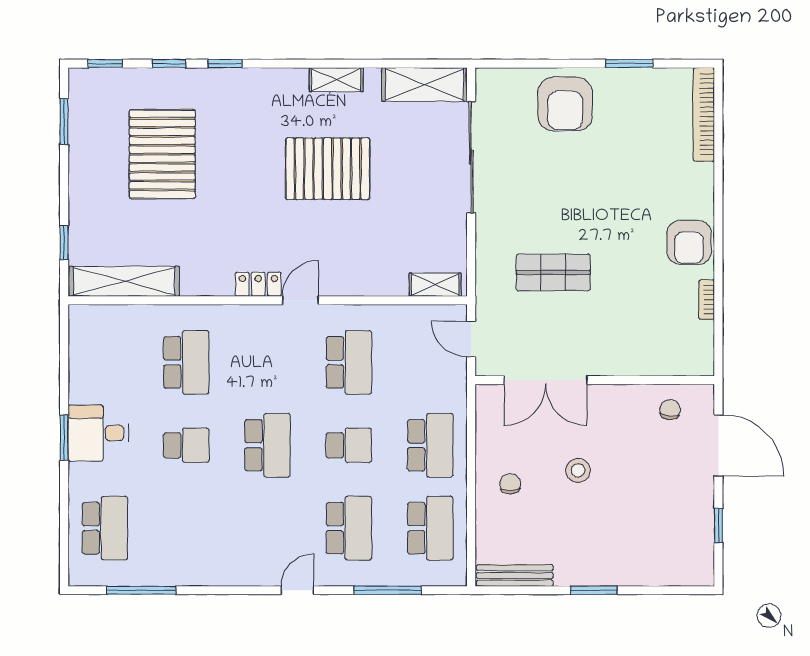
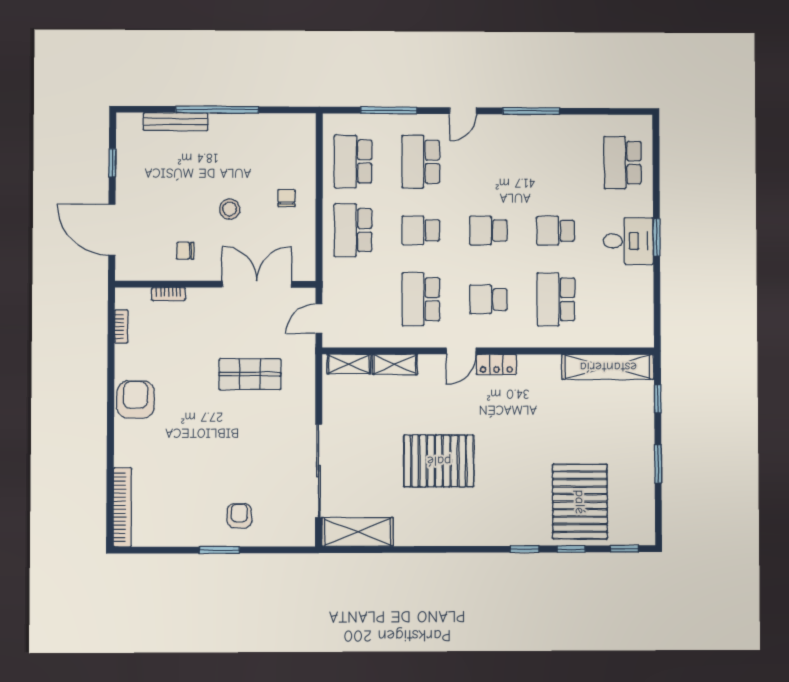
window: (629, 64) -> (219, 550), moved
shelving: (336, 80) -> (395, 364), moved
armchair: (565, 104) -> (239, 516), width x0.53, depth x0.53
window: (64, 121) -> (658, 464), moved
pallet: (162, 154) -> (580, 502), moved
bookcase: (707, 300) -> (121, 326), moved
door: (471, 339) -> (319, 319), swing flipped
school desk: (268, 362) -> (488, 299), added
bookcase: (651, 368) -> (168, 294), added
chair: (670, 410) -> (185, 251), moved, turned 84
school desk: (268, 445) -> (488, 231), width x0.54
chair: (510, 484) -> (286, 198), turned 180
bench: (515, 575) -> (175, 122), moved
window: (141, 590) -> (531, 111), moved
window: (594, 590) -> (217, 110), width x2.11

